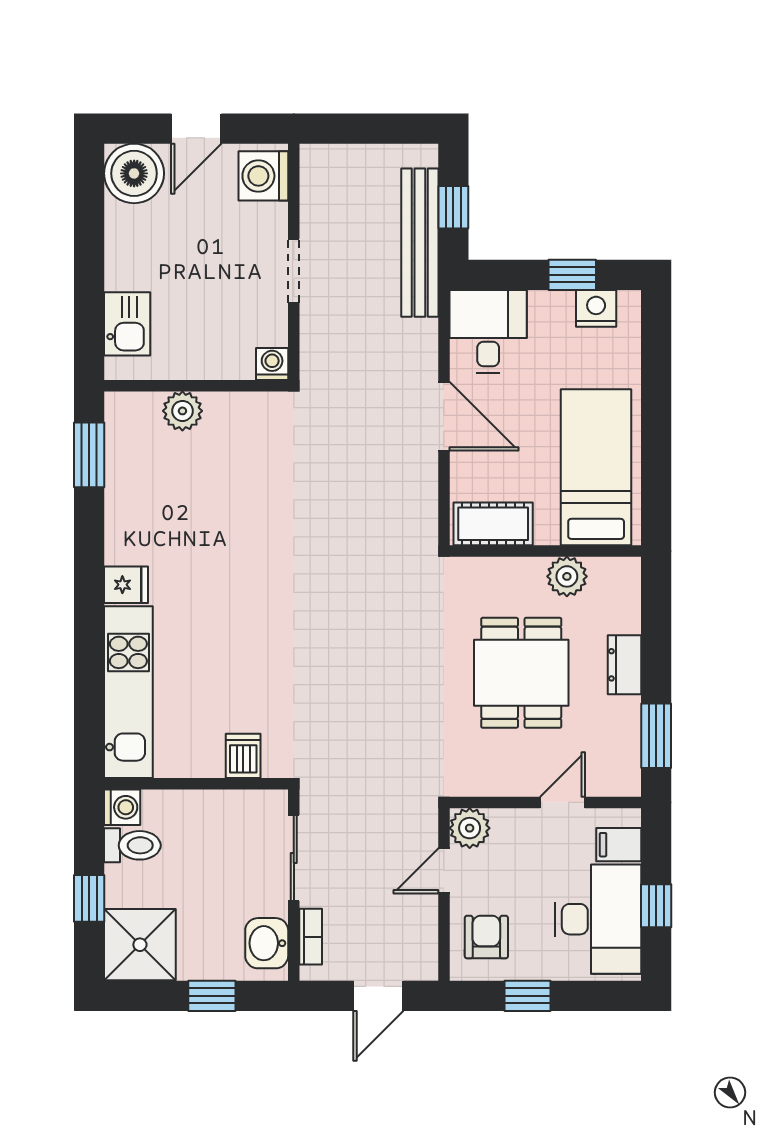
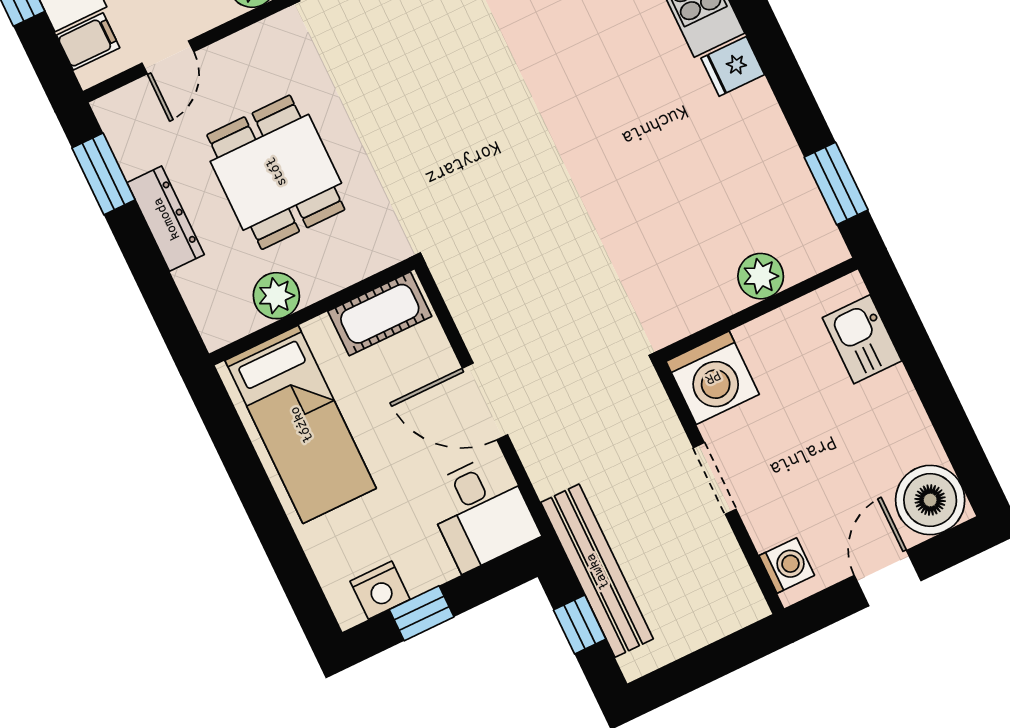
washing machine: (263, 176) -> (787, 565), width x0.73, depth x0.73
washing machine: (272, 364) -> (713, 378), width x1.89, depth x1.89
dresser: (624, 665) -> (166, 219), width x1.44

